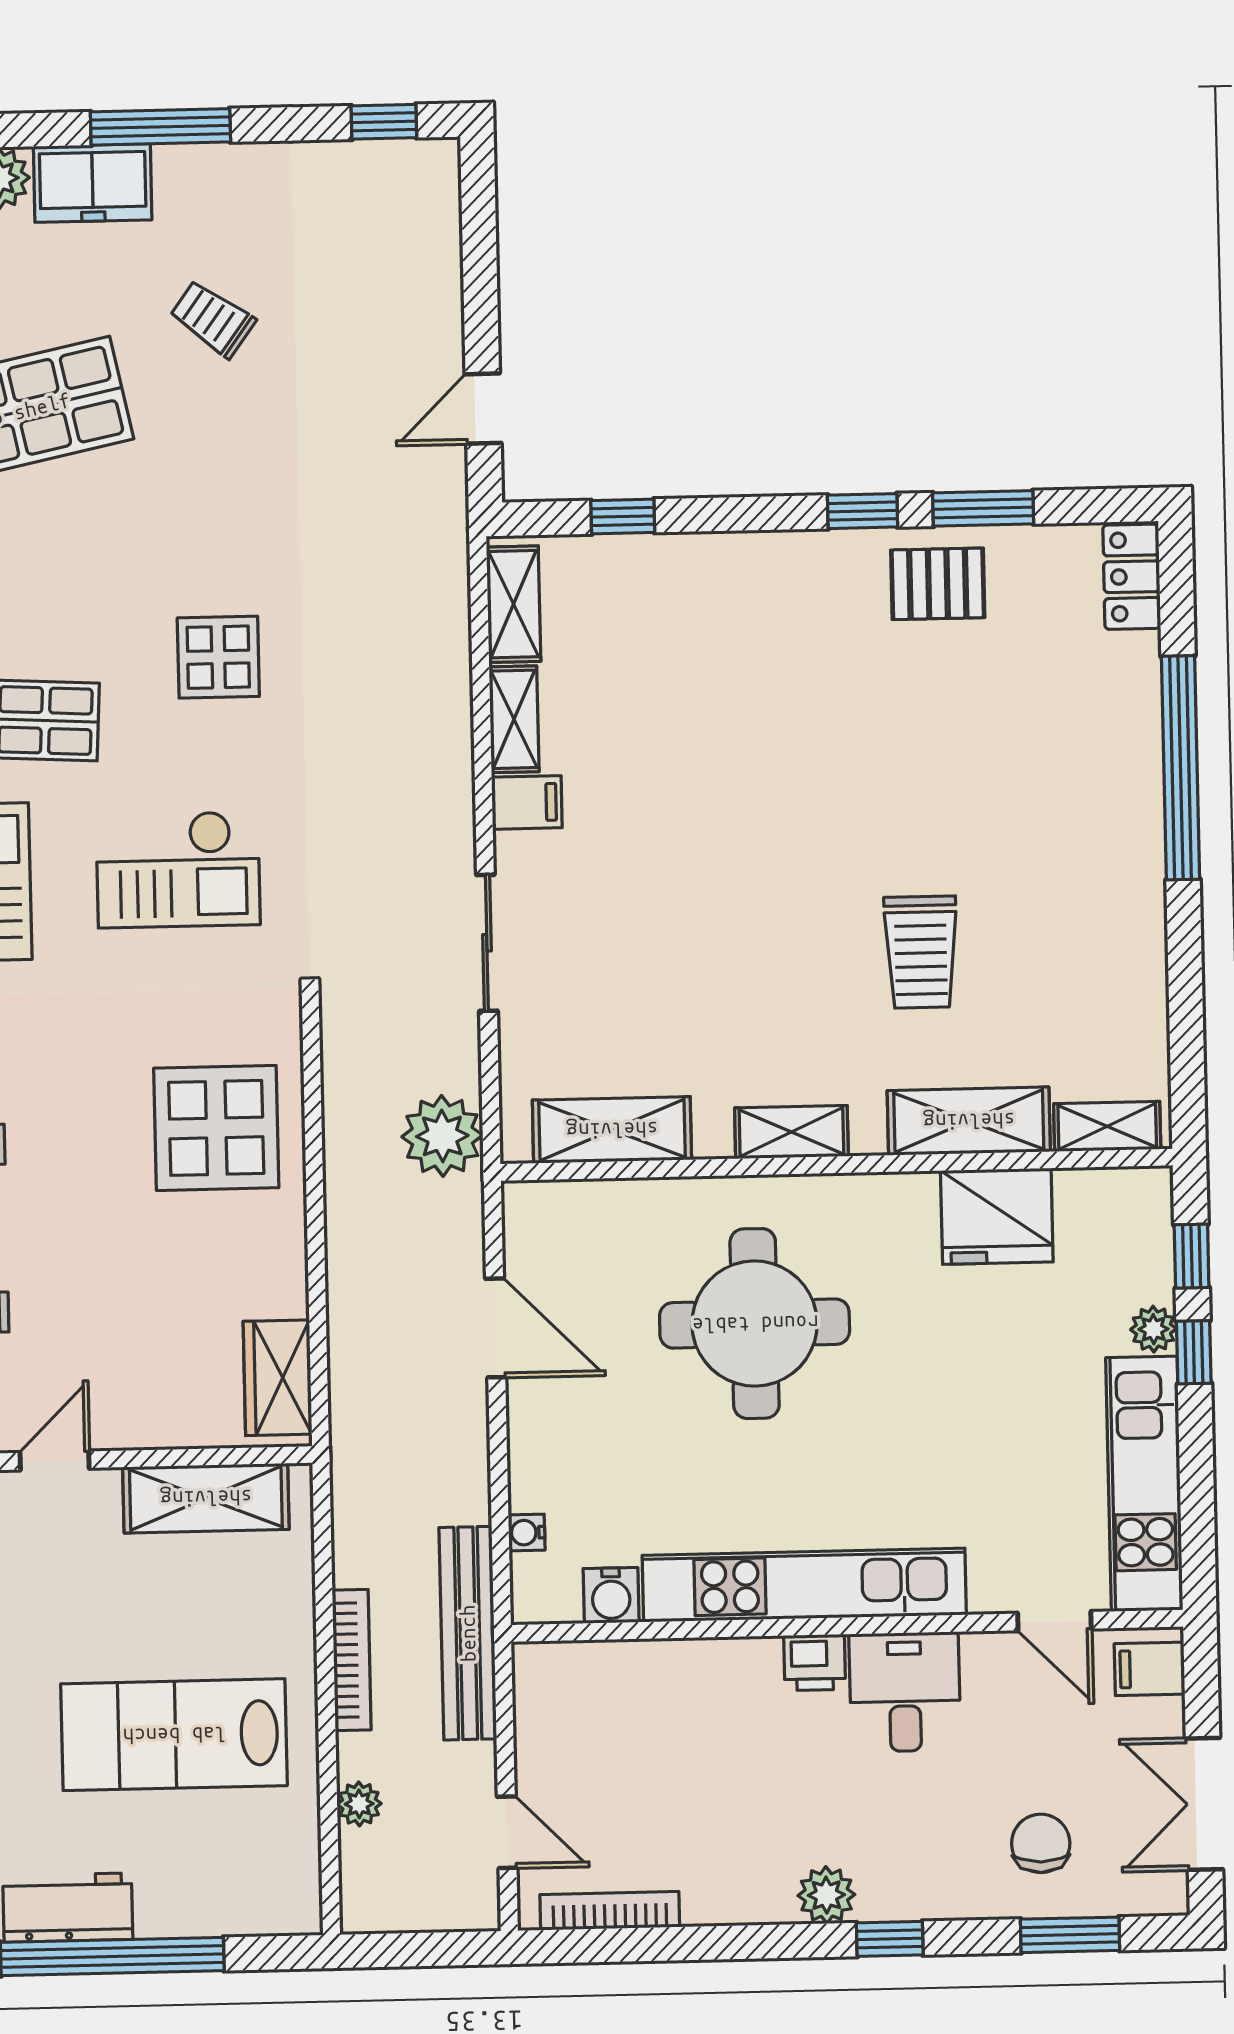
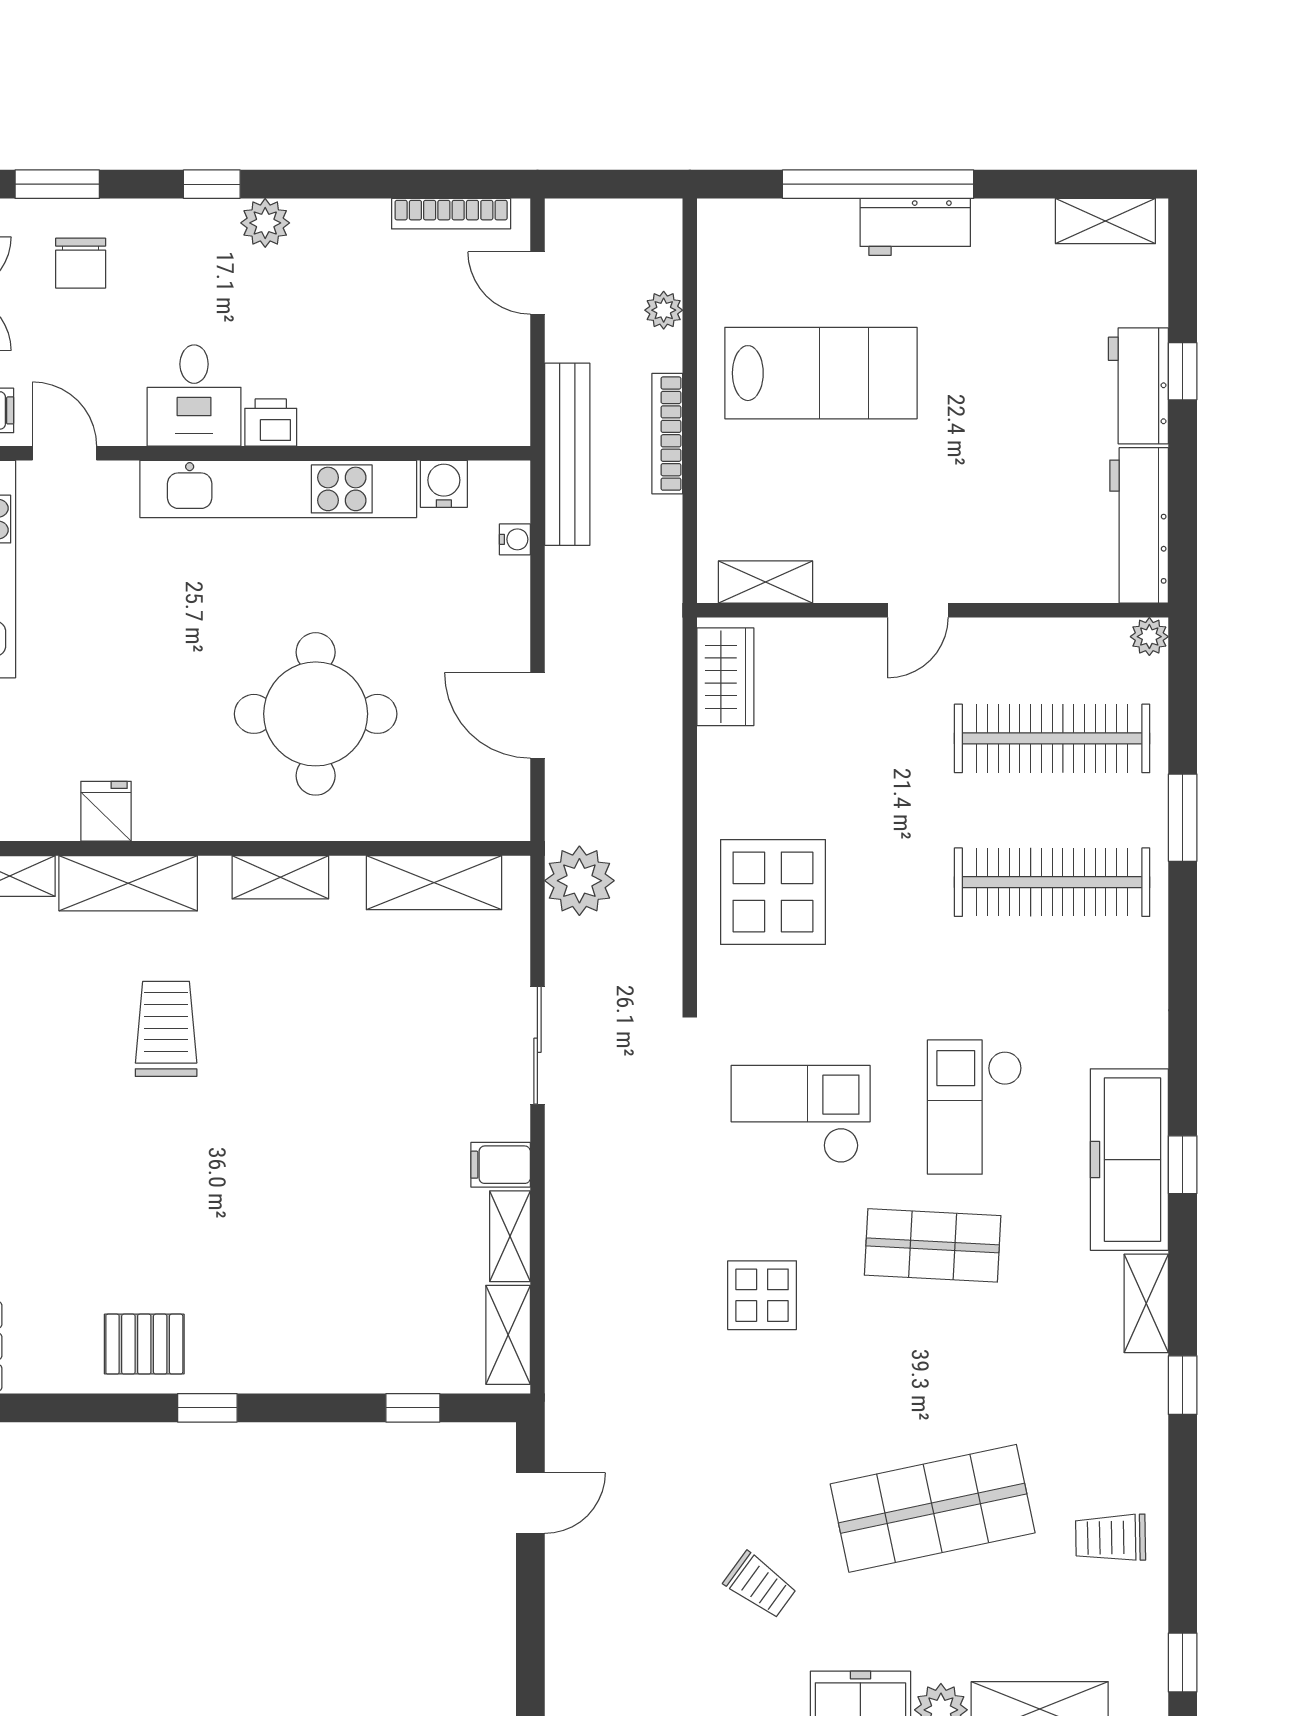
window: (983, 508) -> (104, 1408), removed
fridge: (997, 1216) -> (106, 811), width x0.53, depth x0.75
shelving: (206, 1498) -> (765, 582), width x0.67, depth x0.75

